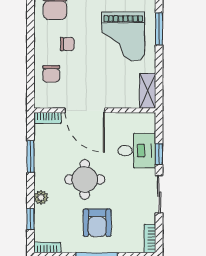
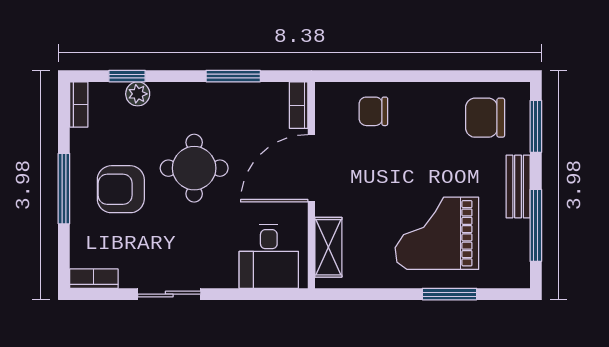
chair: (67, 44) -> (424, 139), removed
shelving: (148, 91) -> (328, 247), moved, turned 90
desk: (137, 151) -> (269, 256), moved
window: (159, 154) -> (237, 294), removed
plant: (41, 197) -> (138, 94), moved

